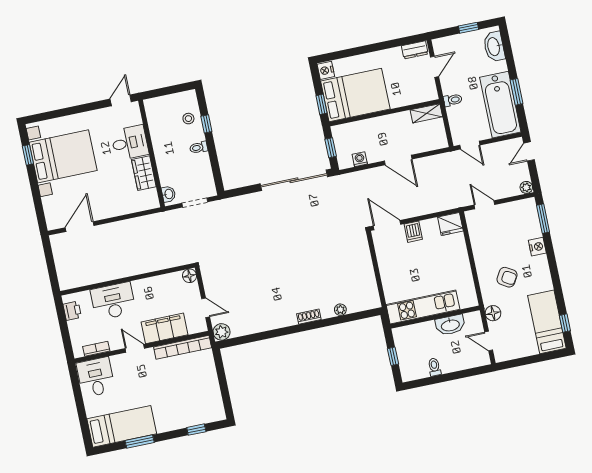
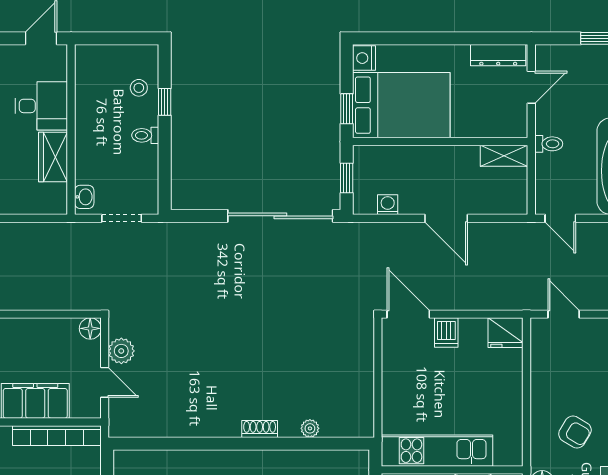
dresser: (415, 50) -> (498, 55), width x1.44
plant: (222, 332) -> (121, 351), moved

